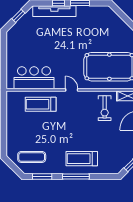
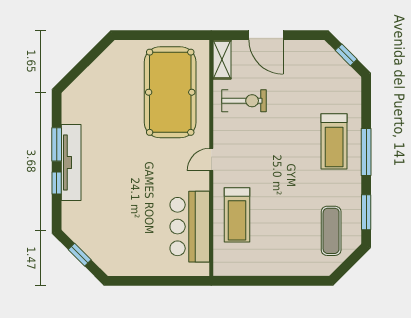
tv unit: (54, 11) -> (71, 163), moved

